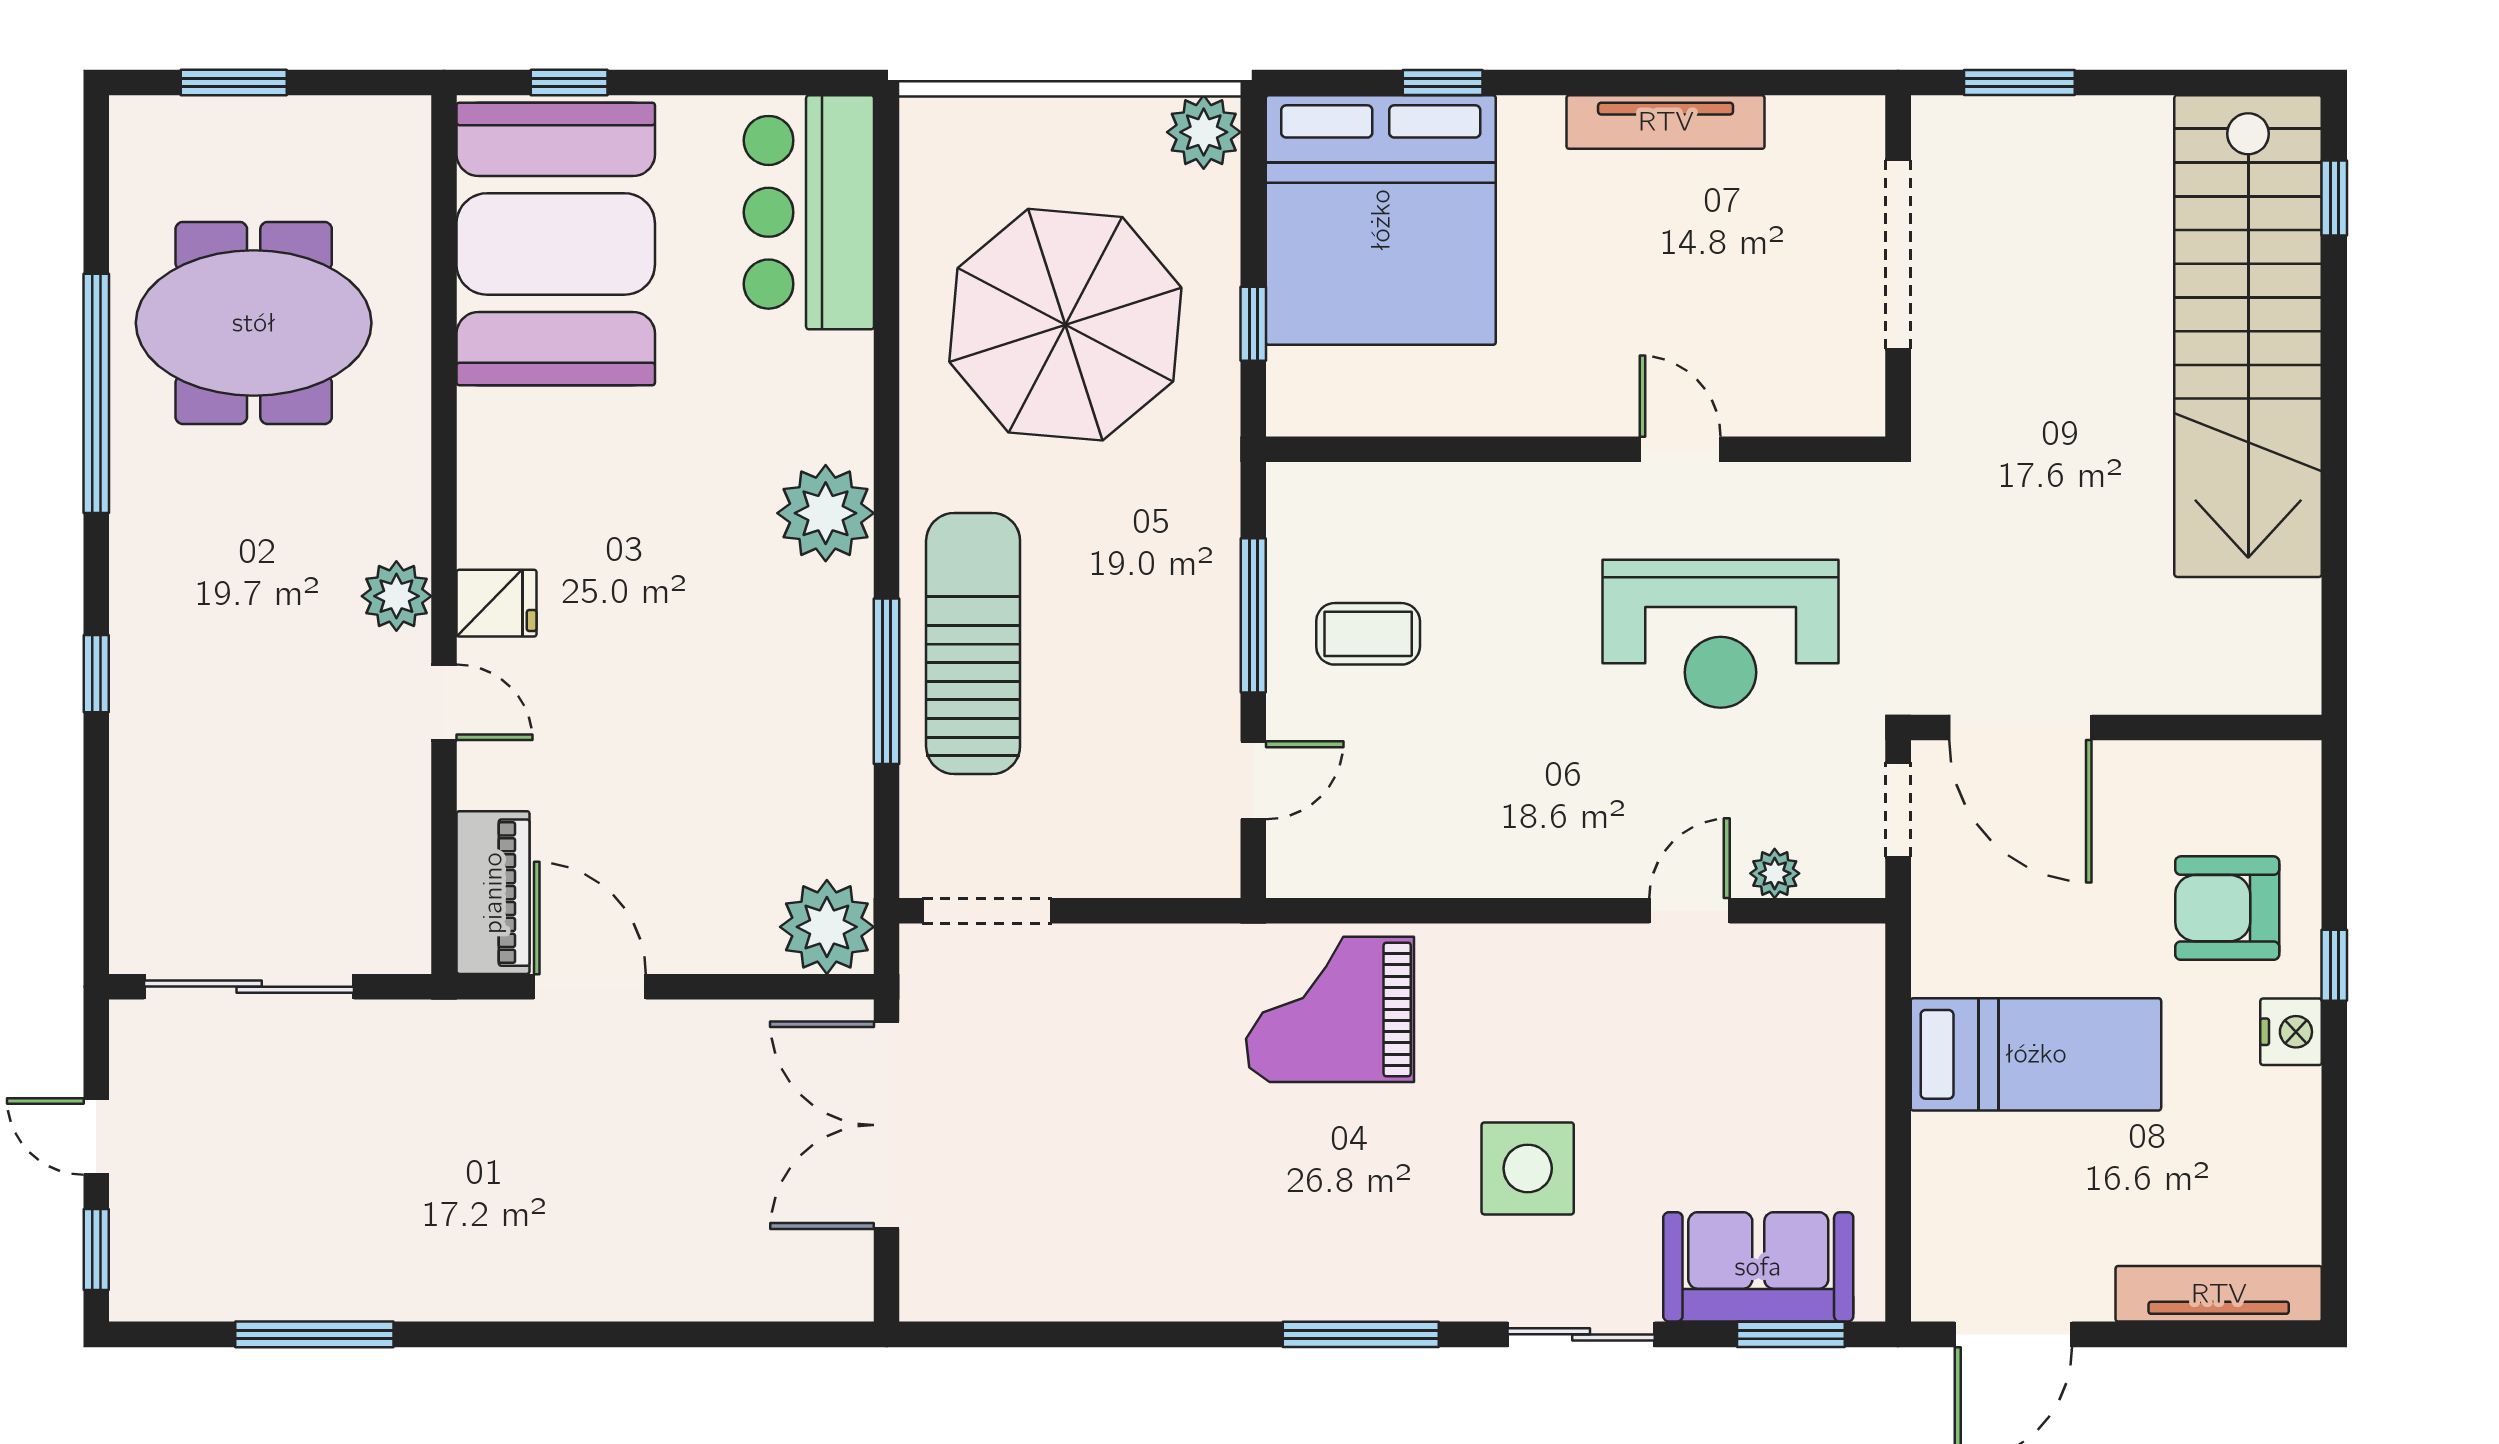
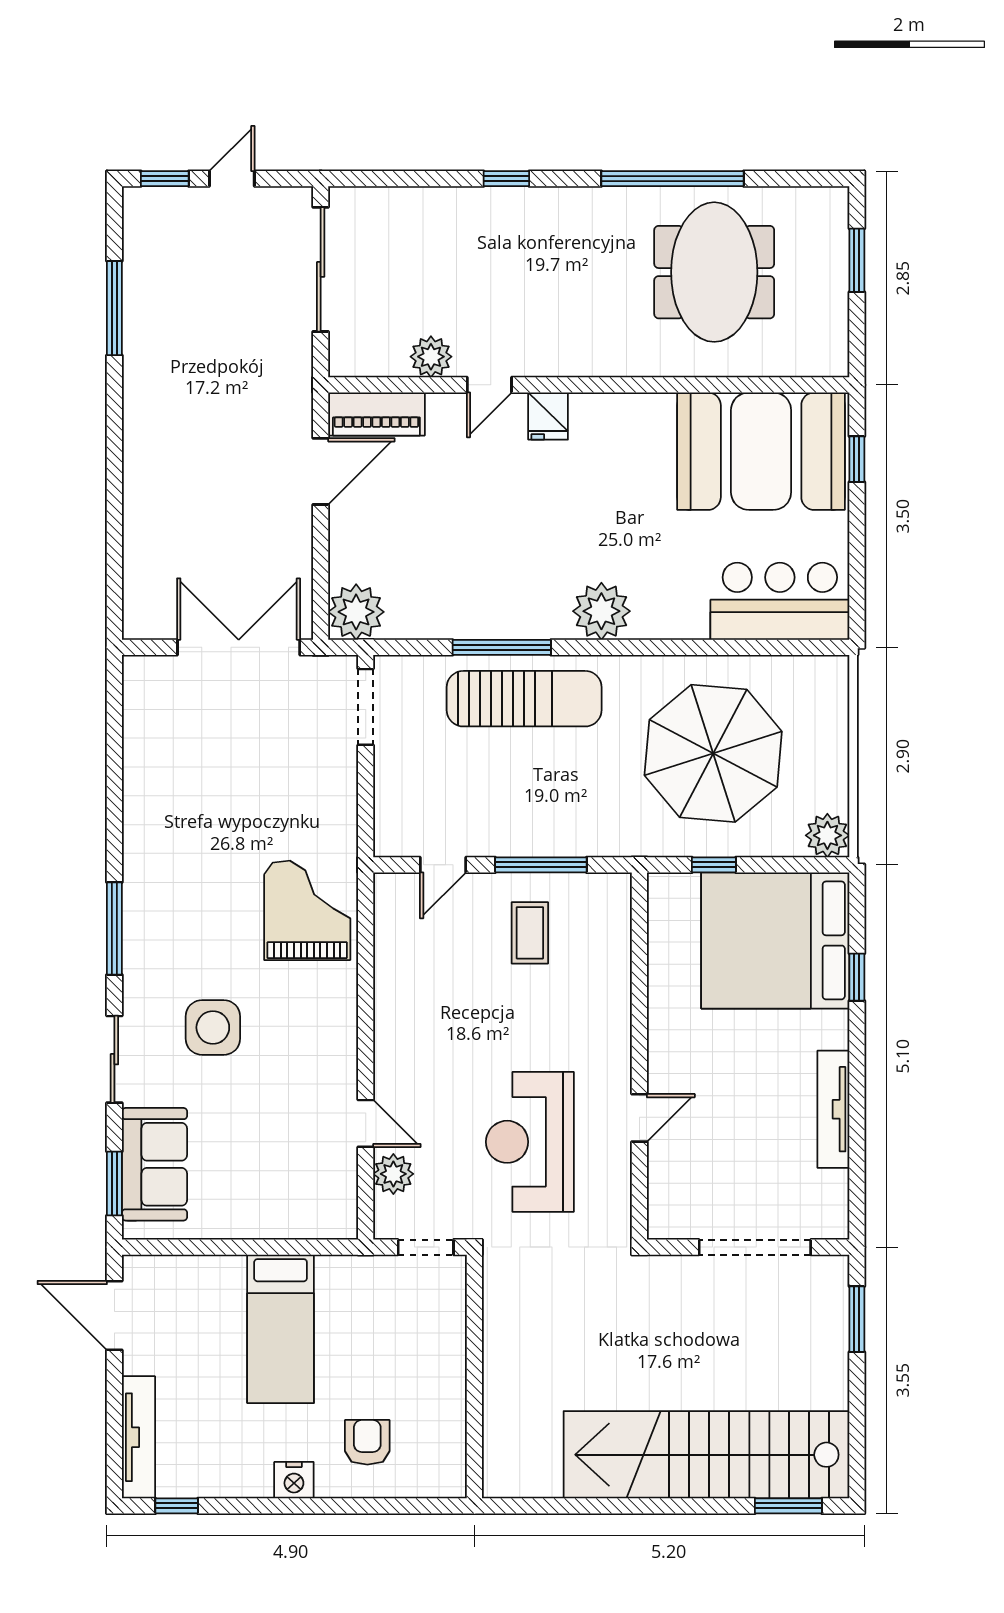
window: (2334, 198) -> (788, 1506), width x1.50
plant: (396, 596) -> (431, 357), moved
door: (2020, 727) -> (474, 1320), removed
door: (1253, 780) -> (443, 865), hinge flipped
plant: (1775, 873) -> (393, 1174), width x1.38, depth x1.38
armchair: (2227, 908) -> (367, 1442), width x0.72, depth x0.72
window: (2334, 965) -> (177, 1506), moved

